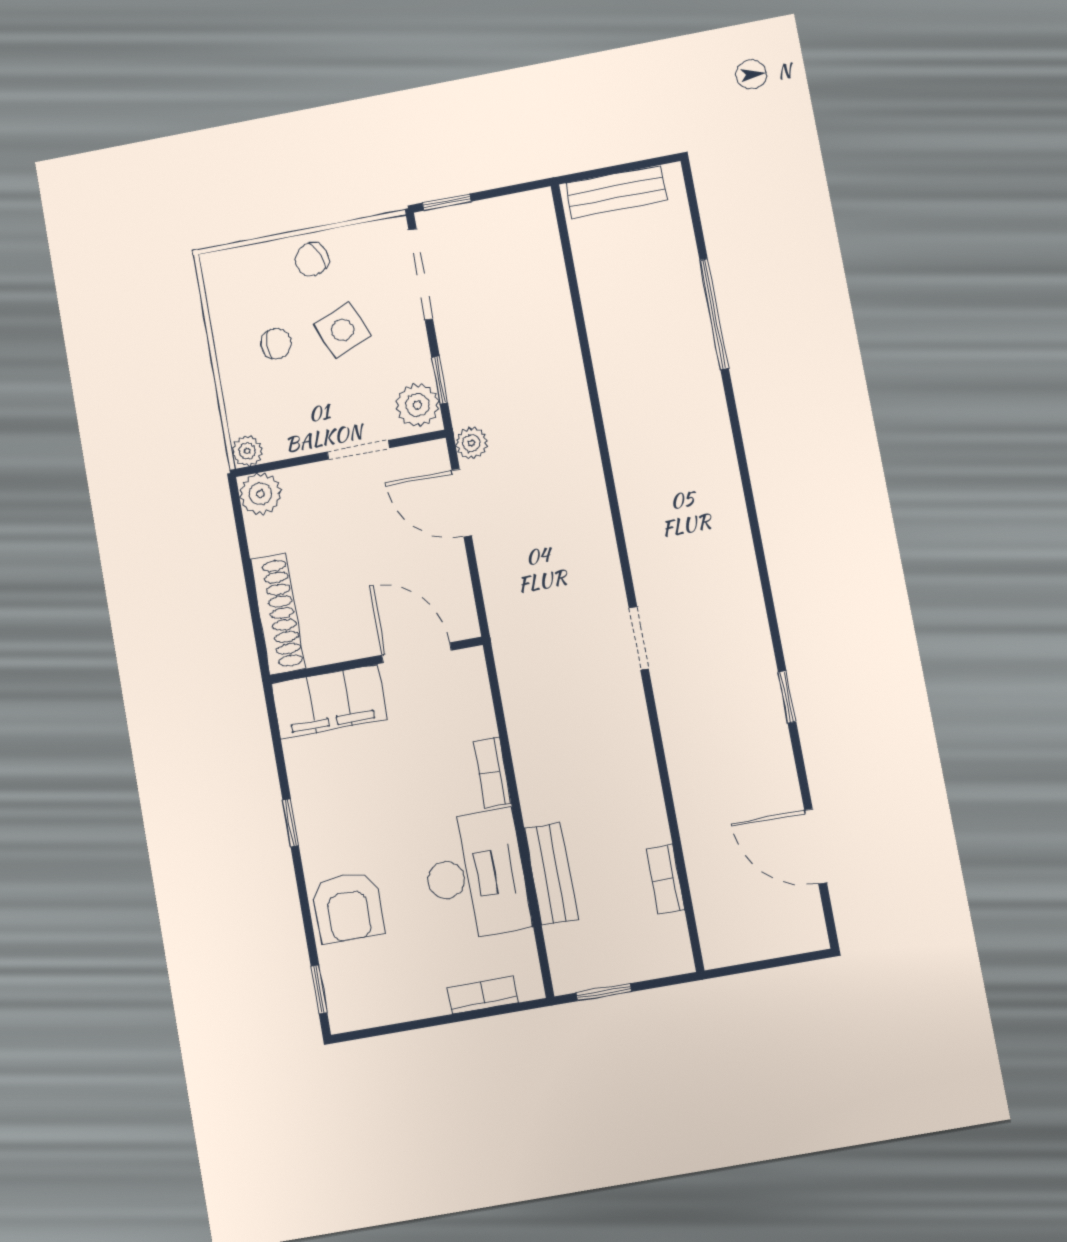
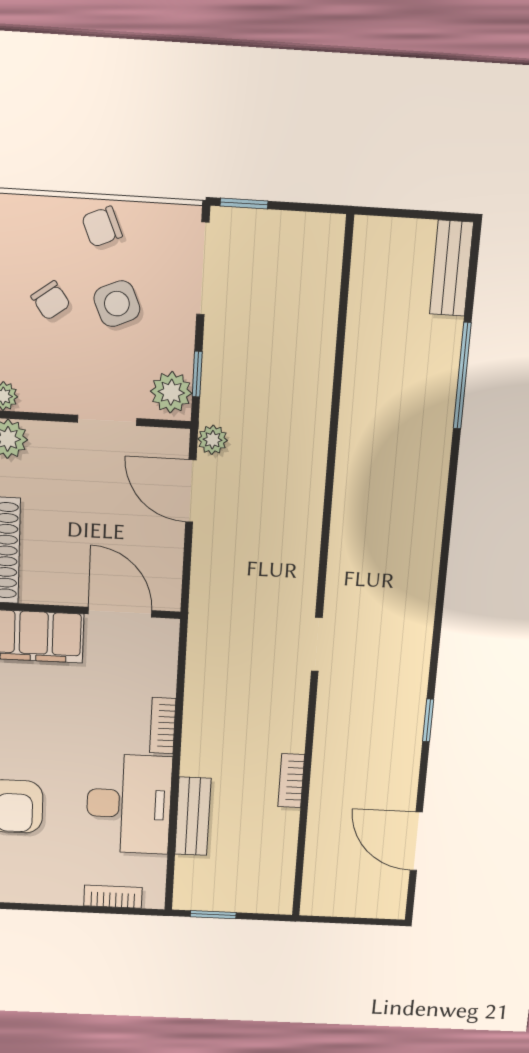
bench: (616, 192) -> (451, 268), moved, turned 90
chair: (276, 344) -> (51, 300), turned 54
bookcase: (666, 880) -> (291, 781), moved

